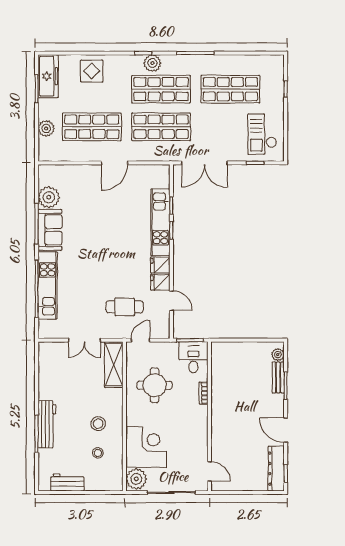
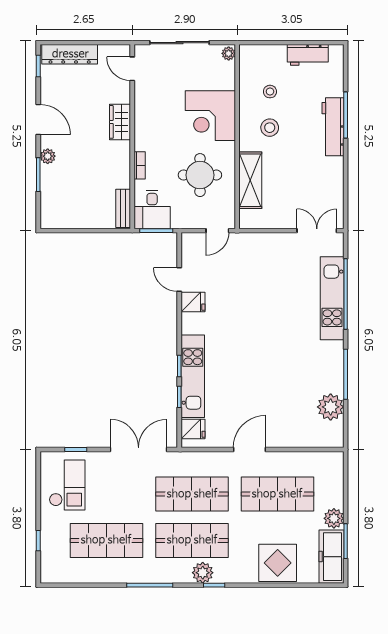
display table: (92, 71) -> (278, 563), width x1.36, depth x1.36
plant: (46, 128) -> (334, 518), moved
sofa: (50, 230) -> (329, 367), removed
fridge: (160, 265) -> (193, 429), moved
cafe table: (125, 307) -> (237, 272), removed
double door: (84, 340) -> (317, 231), moved
plant: (278, 355) -> (48, 156), moved
shelving: (114, 365) -> (250, 180), moved
bench: (278, 378) -> (123, 208), moved
wardrobe: (219, 428) -> (120, 122), added
corner desk: (146, 447) -> (210, 116), moved
dresser: (276, 469) -> (70, 54), moved, turned 90
plant: (136, 479) -> (229, 53), width x0.53, depth x0.53

